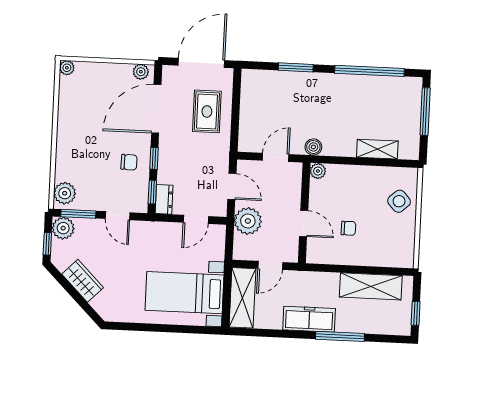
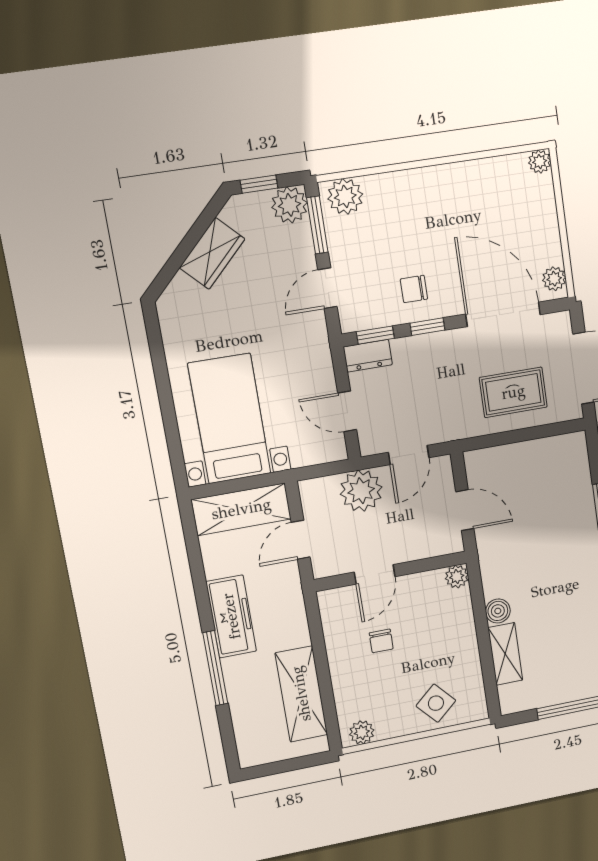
boiler: (313, 147) -> (498, 611), moved
chair: (129, 162) -> (414, 289), turned 89
plant: (406, 253) -> (362, 732), added
door: (270, 265) -> (301, 540), hinge flipped
window: (416, 313) -> (276, 768), removed

